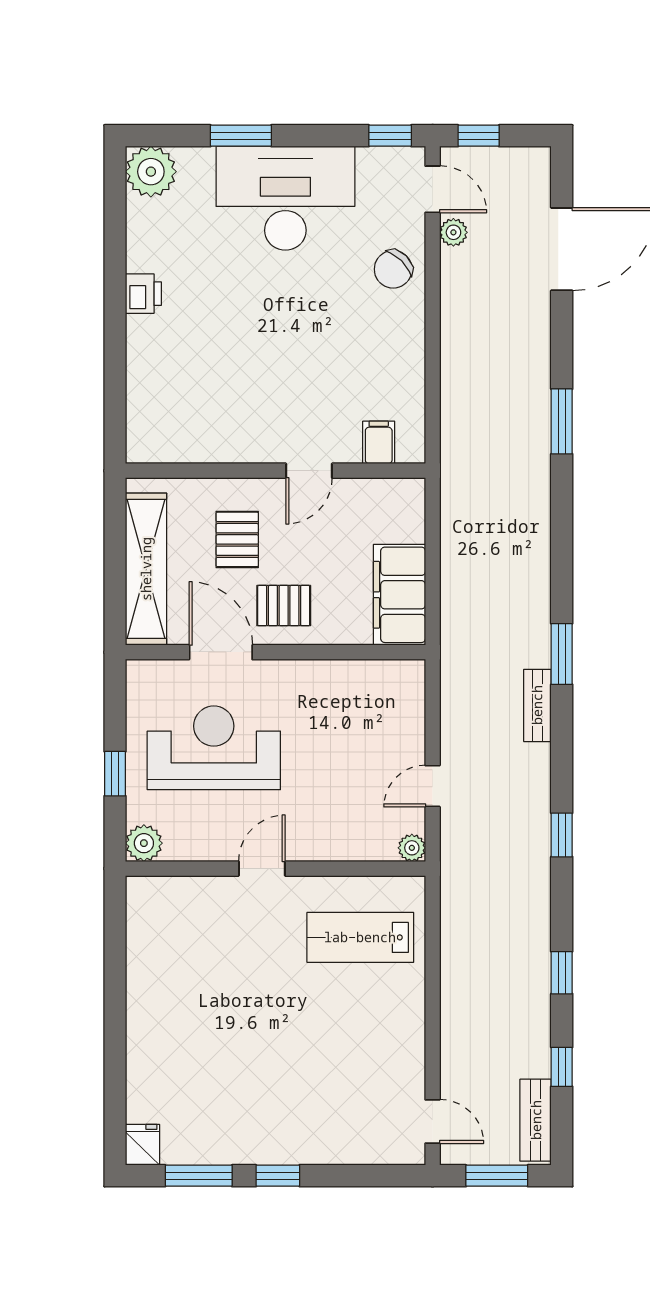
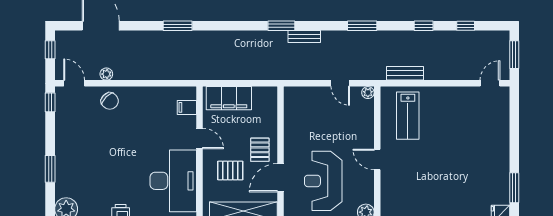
window: (479, 136) -> (50, 50), moved
door: (433, 189) -> (74, 83), hinge flipped
desk: (285, 198) -> (173, 181), moved, turned 180
plant: (453, 232) -> (106, 74), moved
filing cabinet: (399, 595) -> (229, 98), moved
window: (562, 835) -> (362, 26), width x1.50
bench: (536, 1120) -> (405, 73), moved
window: (278, 1176) -> (514, 152), removed

